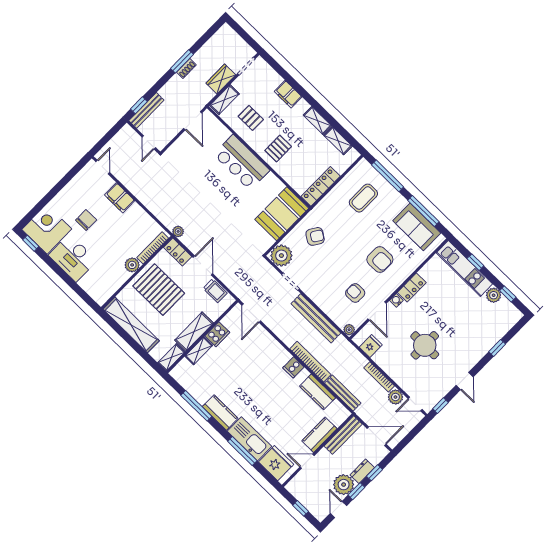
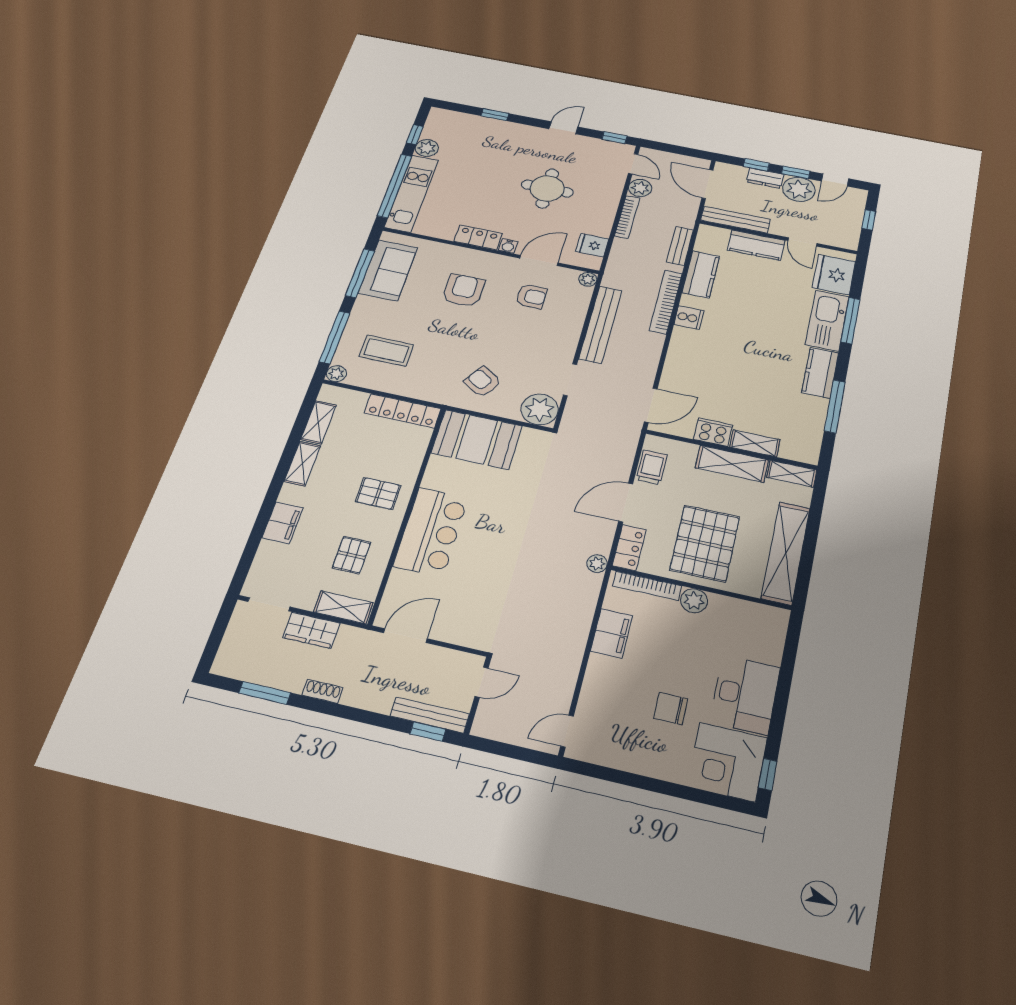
window: (182, 61) -> (265, 693), moved
plant: (363, 165) -> (336, 374), added
filing cabinet: (120, 198) -> (612, 633), moved
window: (475, 262) -> (395, 186), width x3.17
armchair: (355, 293) -> (531, 296), turned -90
bench: (343, 393) -> (680, 246), width x0.73

